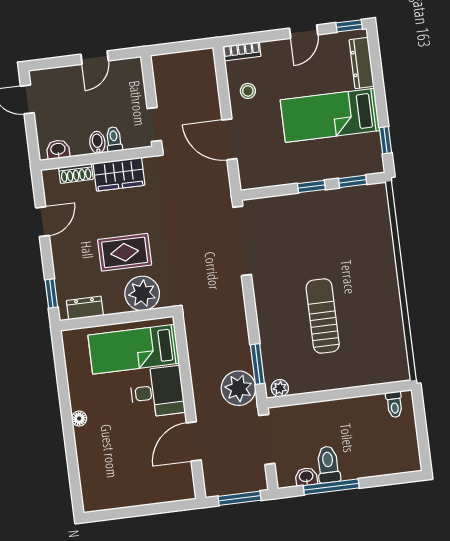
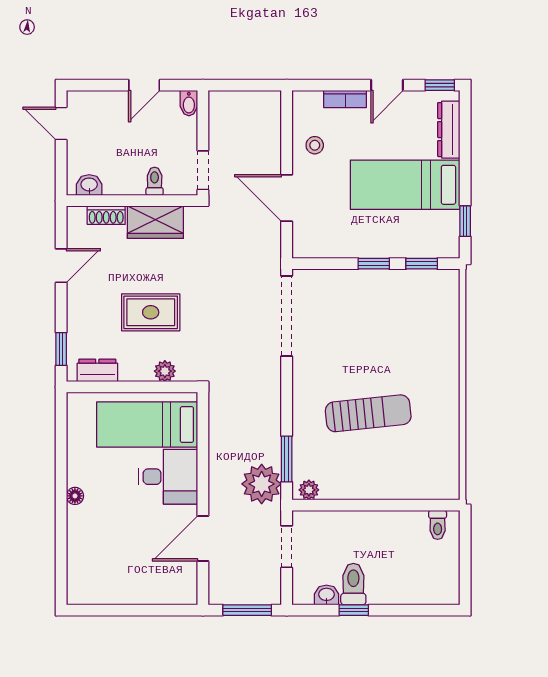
bookcase: (242, 51) -> (345, 99), moved
bidet: (97, 142) -> (189, 103), moved, turned 180
plant: (142, 293) -> (165, 371), width x0.53, depth x0.53
sun lounger: (323, 316) -> (368, 413), turned 84
doorway: (267, 439) -> (287, 547), width x0.73
window: (331, 487) -> (354, 610), width x0.46

